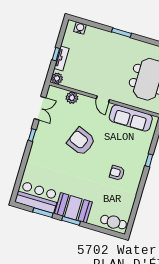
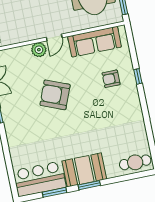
plant: (72, 98) -> (39, 50), moved
door: (103, 99) -> (54, 37), hinge flipped
armchair: (117, 173) -> (111, 79), moved

